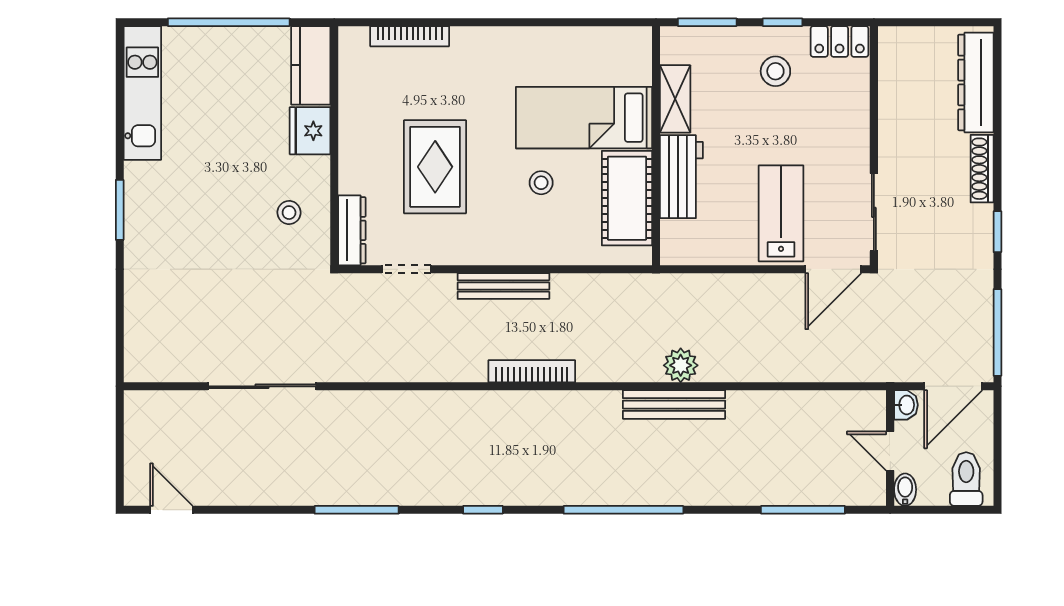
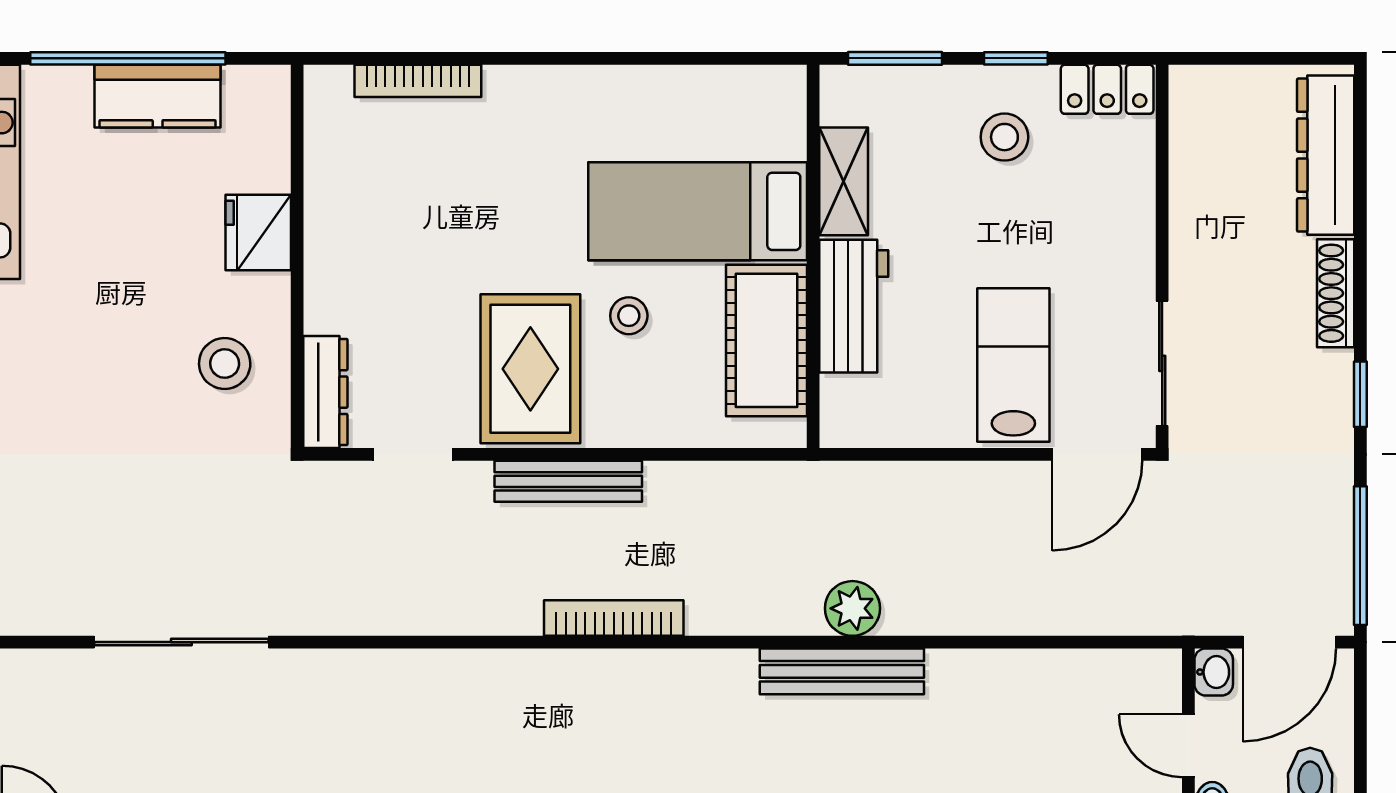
kitchen counter: (311, 65) -> (158, 96), moved, turned -90
rug: (435, 167) -> (530, 369), moved
stool: (289, 213) -> (225, 364), width x1.37, depth x1.37

